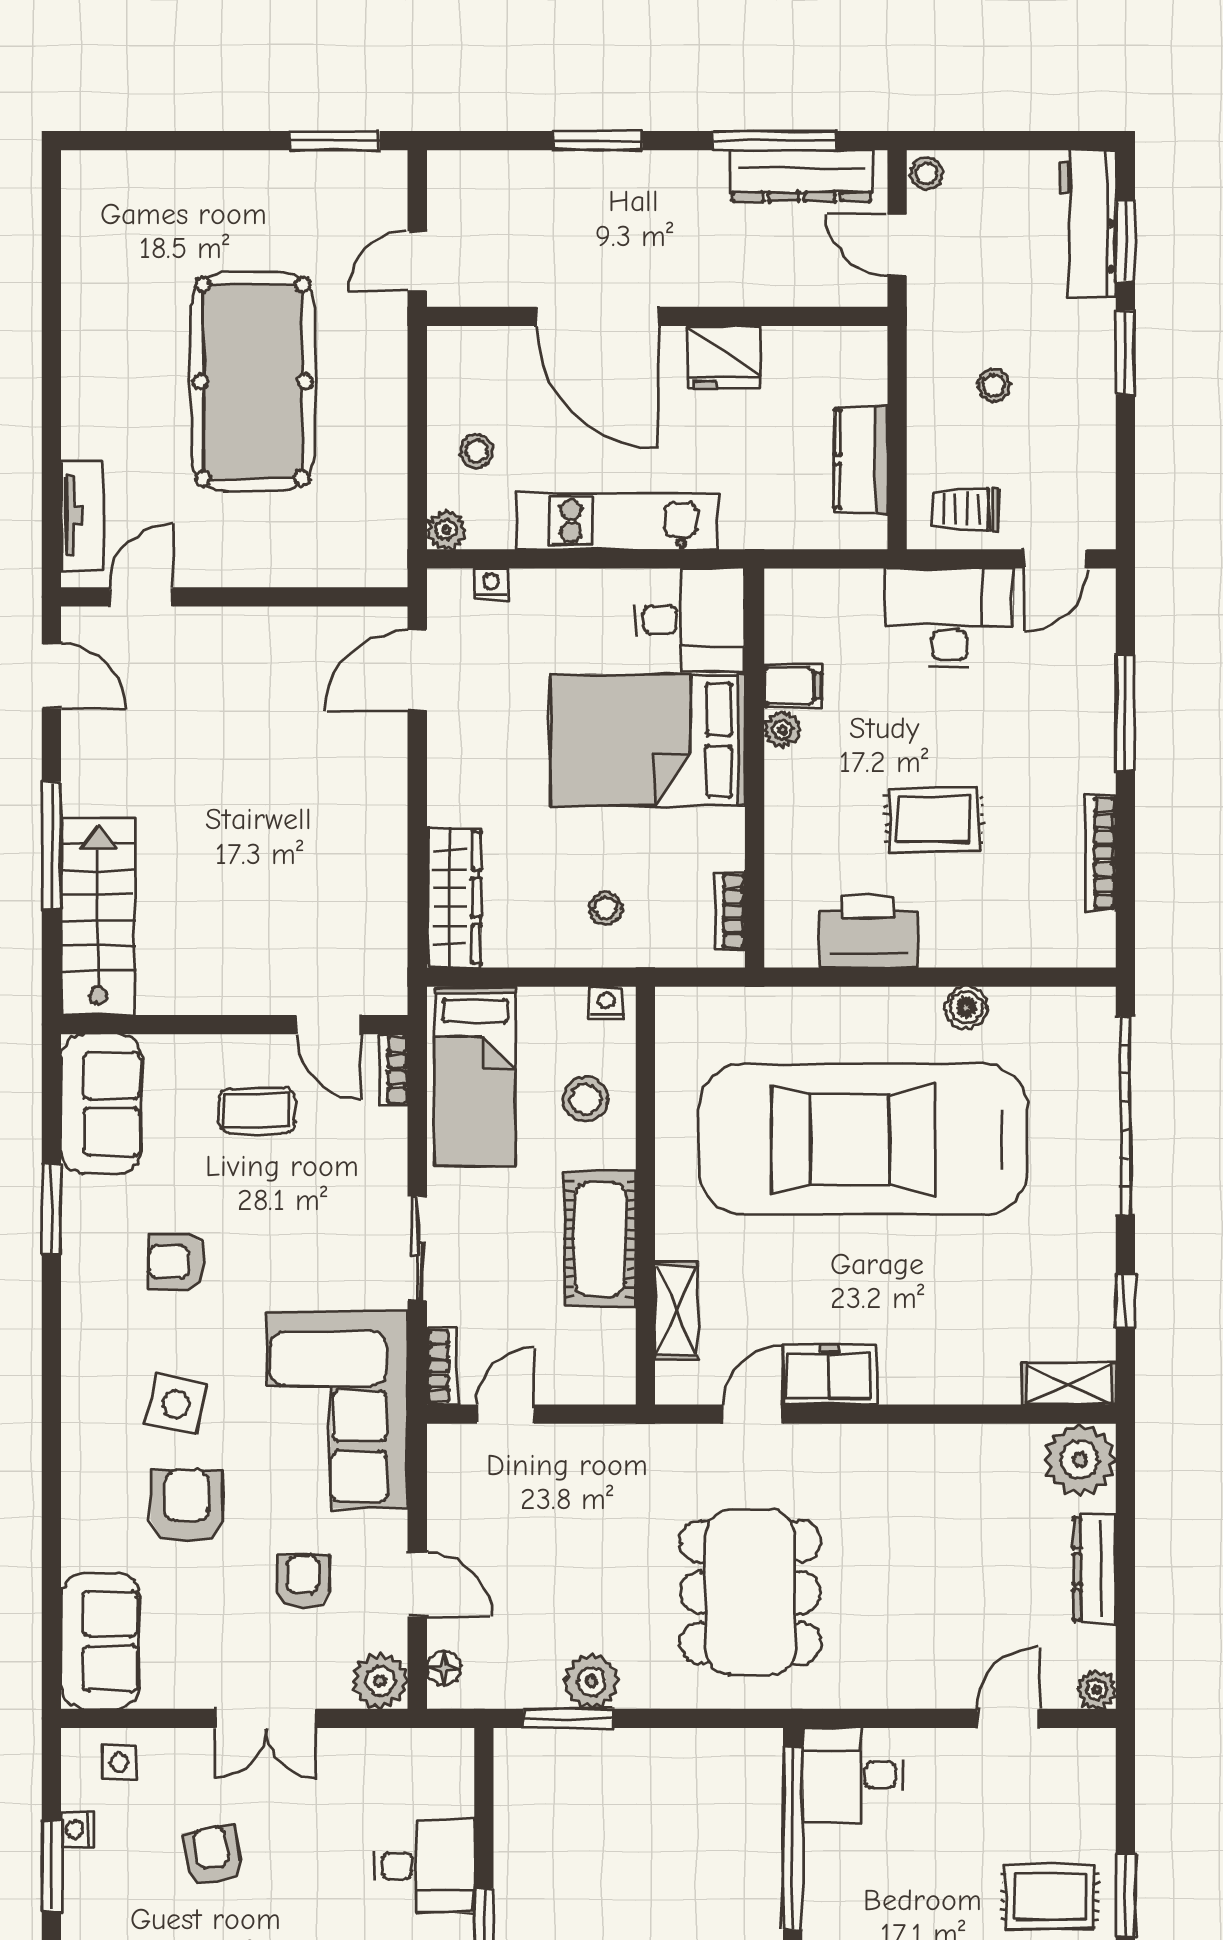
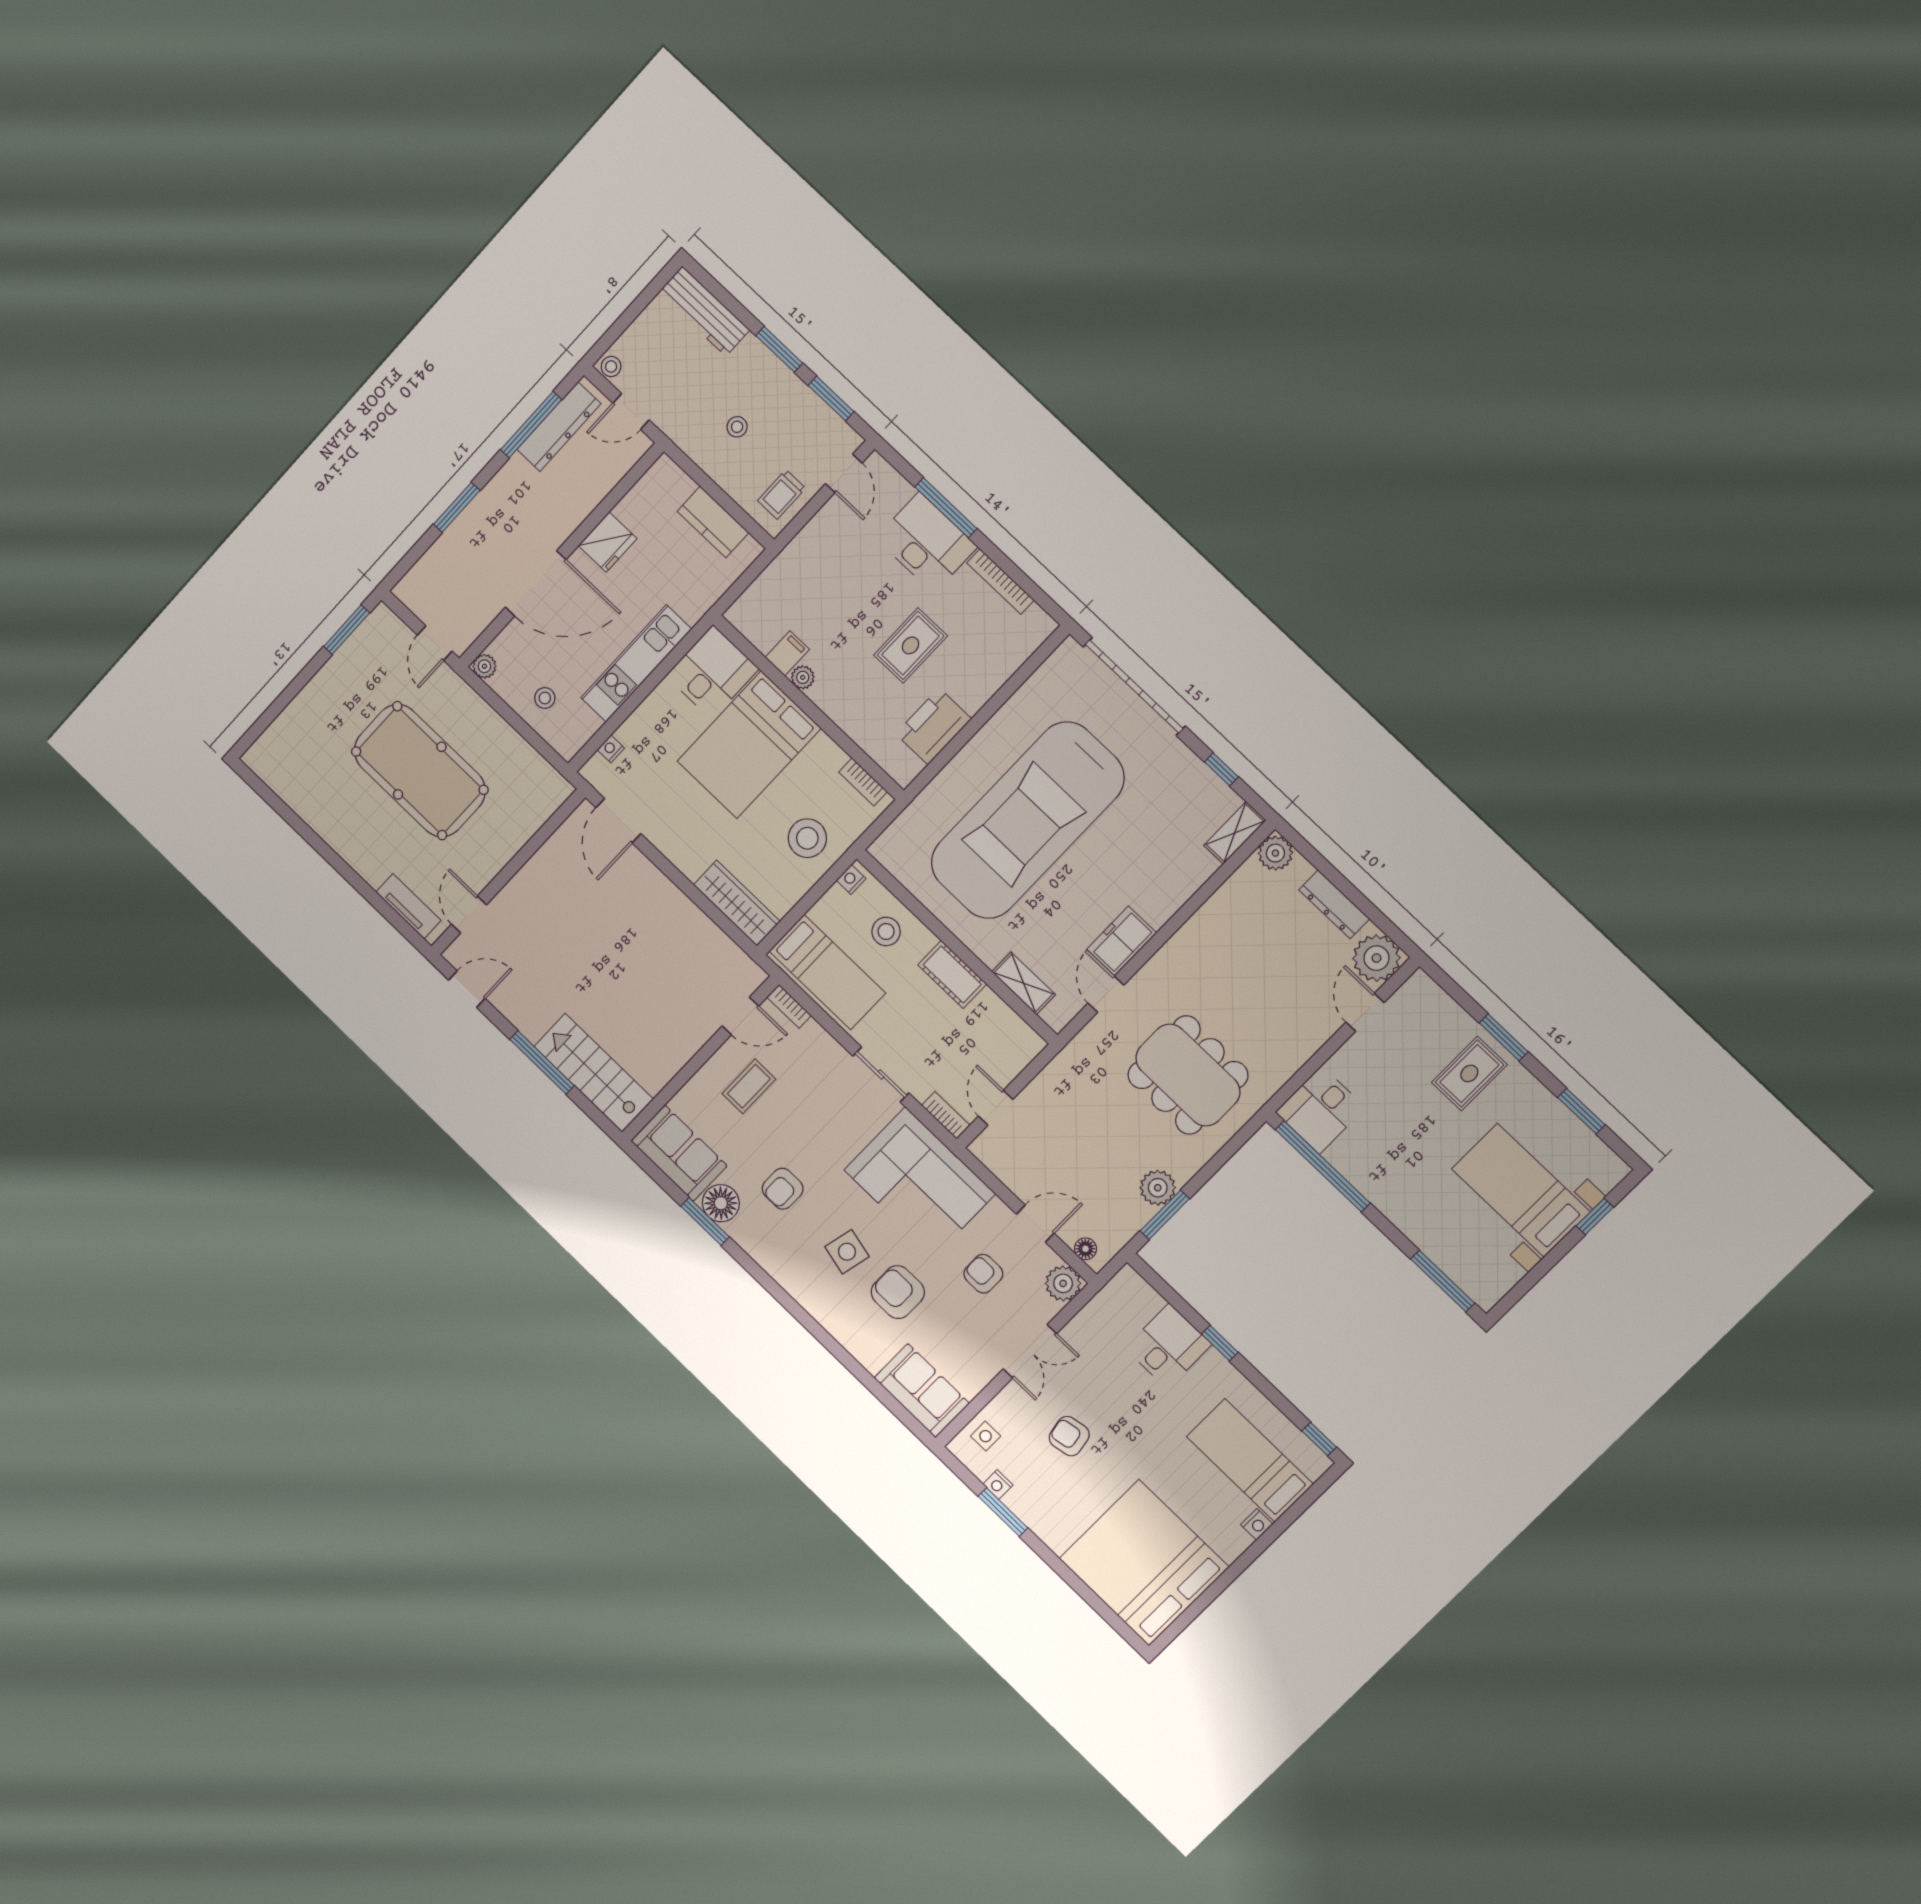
window: (1125, 241) -> (831, 399), moved
plant: (446, 530) -> (484, 666), moved
desk: (950, 618) -> (926, 543), moved, turned 90
stool: (605, 908) -> (807, 838), width x1.89, depth x1.89
boiler: (966, 1008) -> (1012, 714), removed
floor lamp: (90, 1207) -> (721, 1203), added
cot: (600, 1239) -> (952, 974), width x0.73, depth x0.75
plant: (1080, 1460) -> (1275, 853), width x0.73, depth x0.73
plant: (1097, 1690) -> (1376, 958), width x1.87, depth x1.87

